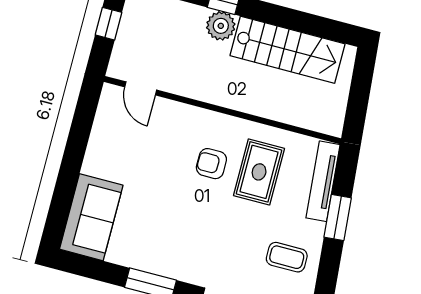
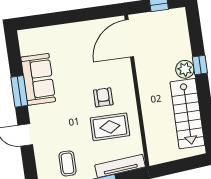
door: (141, 88) -> (129, 38), width x1.88
sofa: (91, 217) -> (38, 79), moved, turned -90

